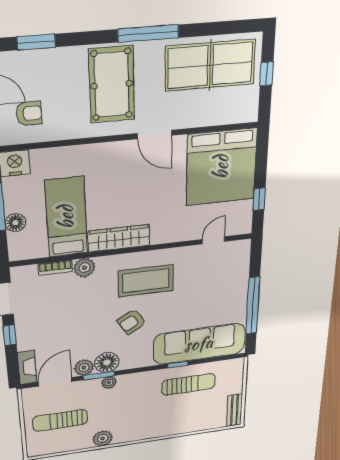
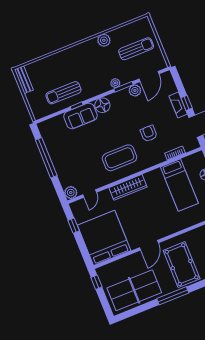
window: (267, 74) -> (96, 282), moved
door: (155, 134) -> (149, 245), swing flipped
wardrobe: (119, 238) -> (128, 187), moved
plant: (84, 268) -> (71, 193), moved
armchair: (132, 322) -> (149, 134), moved, turned -59
sofa: (199, 344) -> (80, 116), width x0.54, depth x0.79
floor lamp: (107, 362) -> (102, 105), moved
fireplace: (27, 367) -> (178, 105), moved

